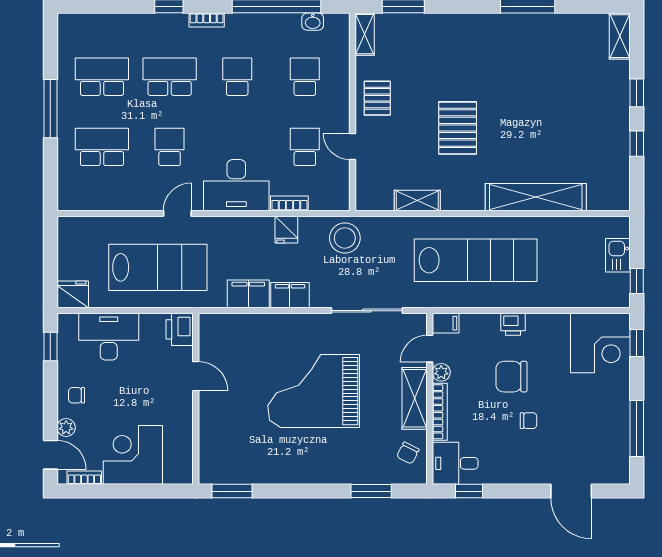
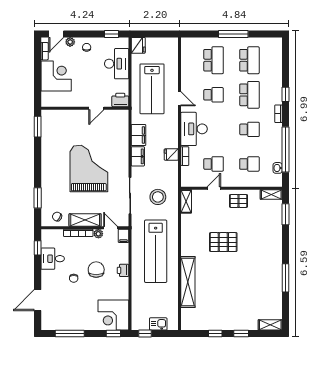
shelving: (417, 200) -> (186, 201), moved
stool: (345, 238) -> (158, 197), moved
desk: (455, 463) -> (53, 259), moved, turned -90

